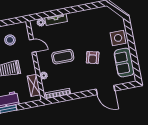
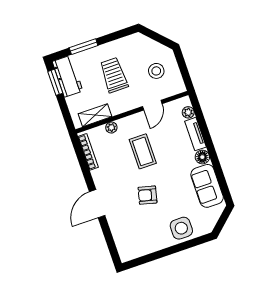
floor lamp: (72, 17) -> (202, 157), added
sofa: (124, 63) -> (207, 186), moved, turned -90
door: (106, 90) -> (97, 204), moved

